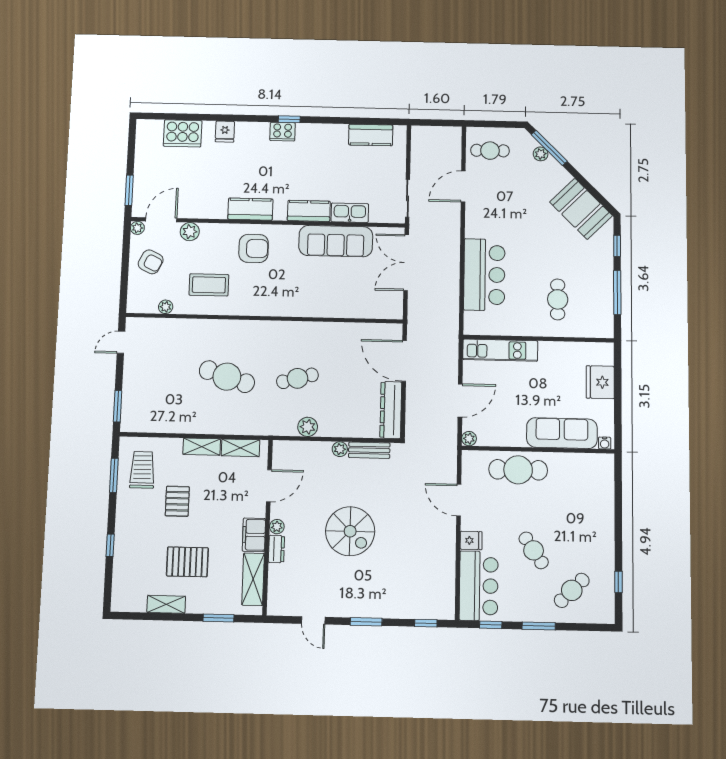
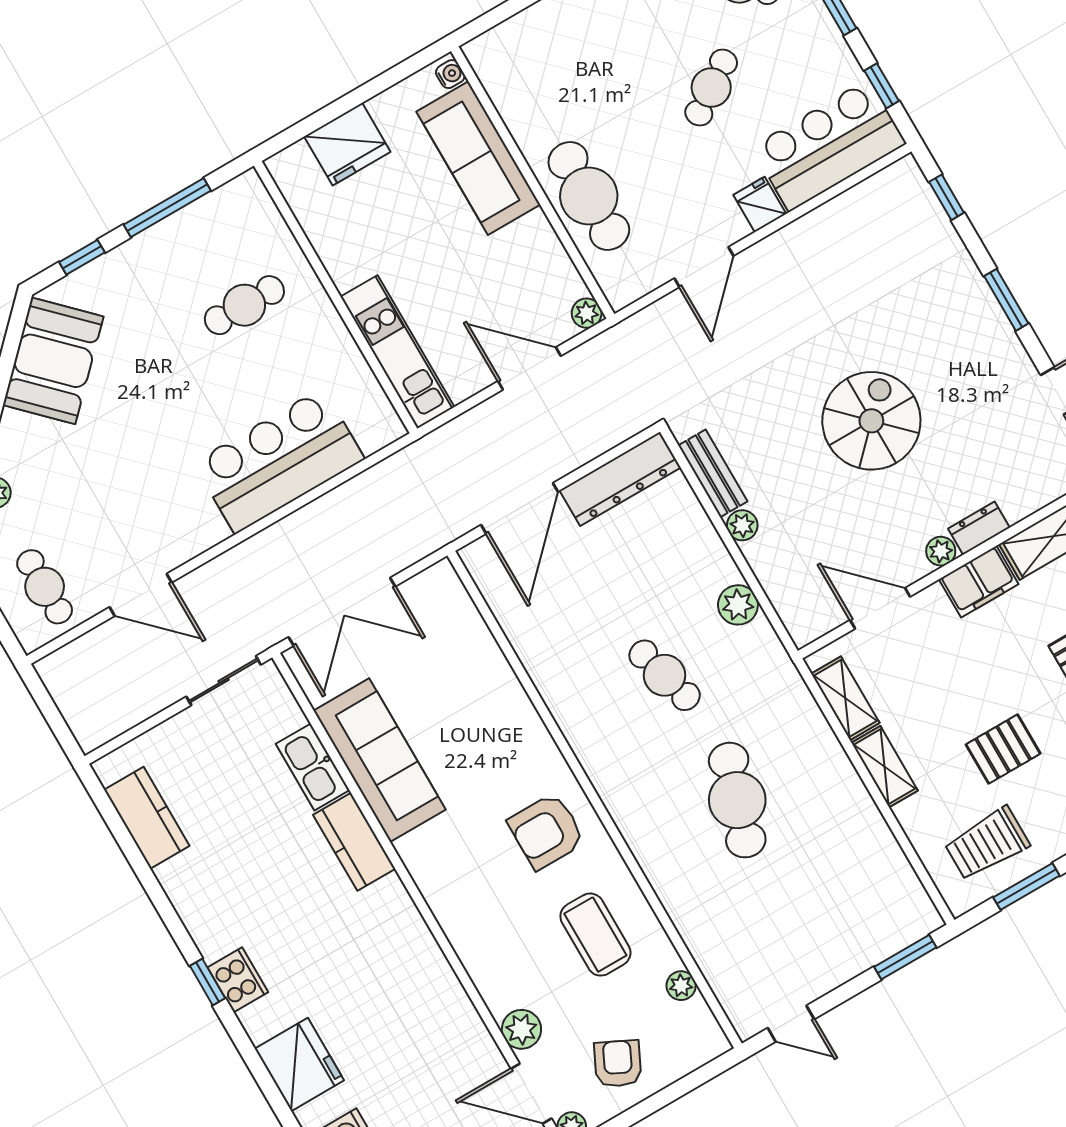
fridge: (225, 132) -> (299, 1064), width x1.88, depth x1.34
kitchen counter: (250, 209) -> (415, 948), removed
armchair: (254, 248) -> (546, 831), moved, turned -90

